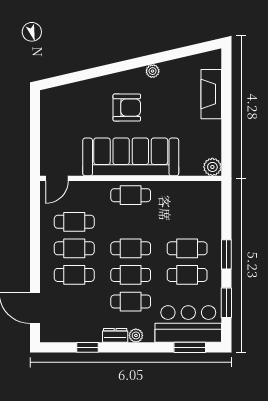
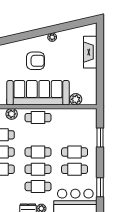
plant: (212, 167) -> (76, 99), moved
plant: (90, 189) -> (12, 114), added
window: (226, 254) -> (100, 138), moved

